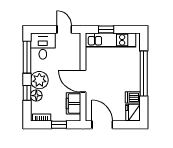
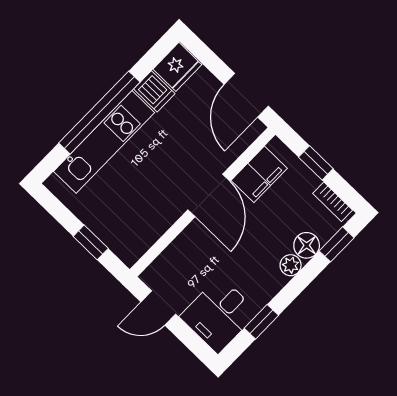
door: (64, 29) -> (158, 308), hinge flipped
kitchen unit: (111, 40) -> (104, 142), moved, turned 90
window: (27, 57) -> (261, 322), width x0.46
plant: (39, 80) -> (291, 265), width x0.53, depth x0.53
window: (27, 93) -> (337, 244), moved

